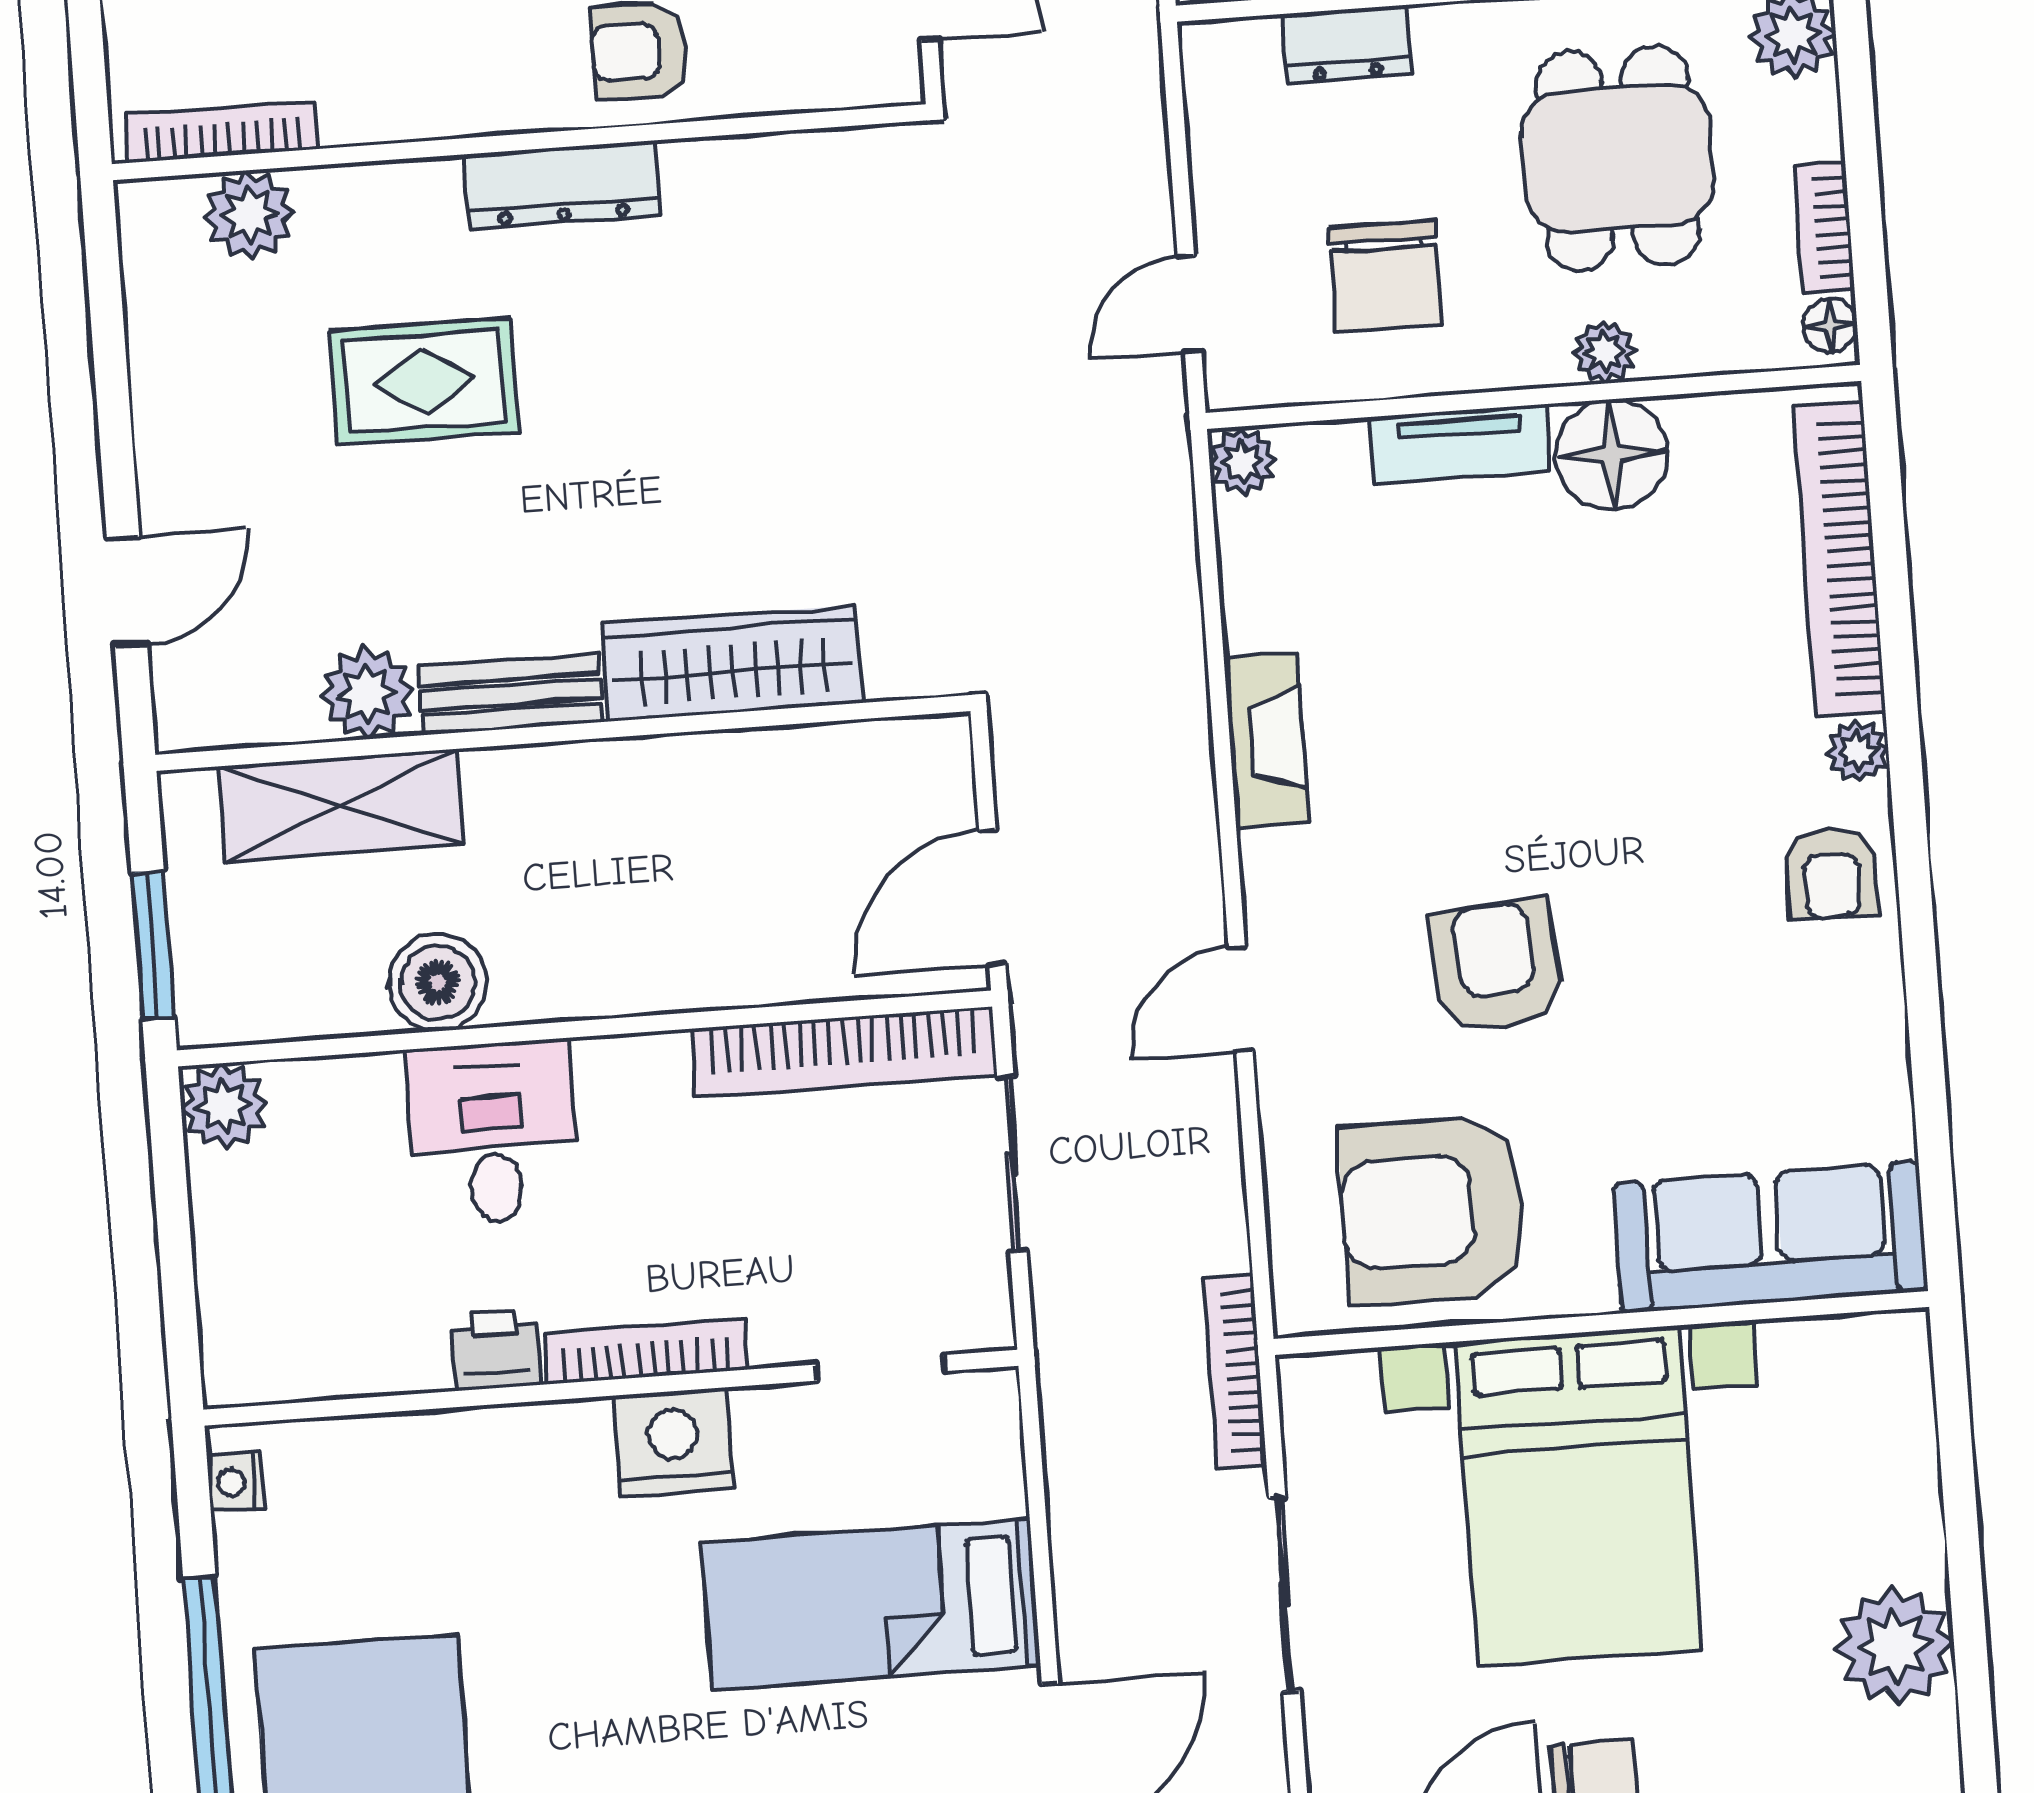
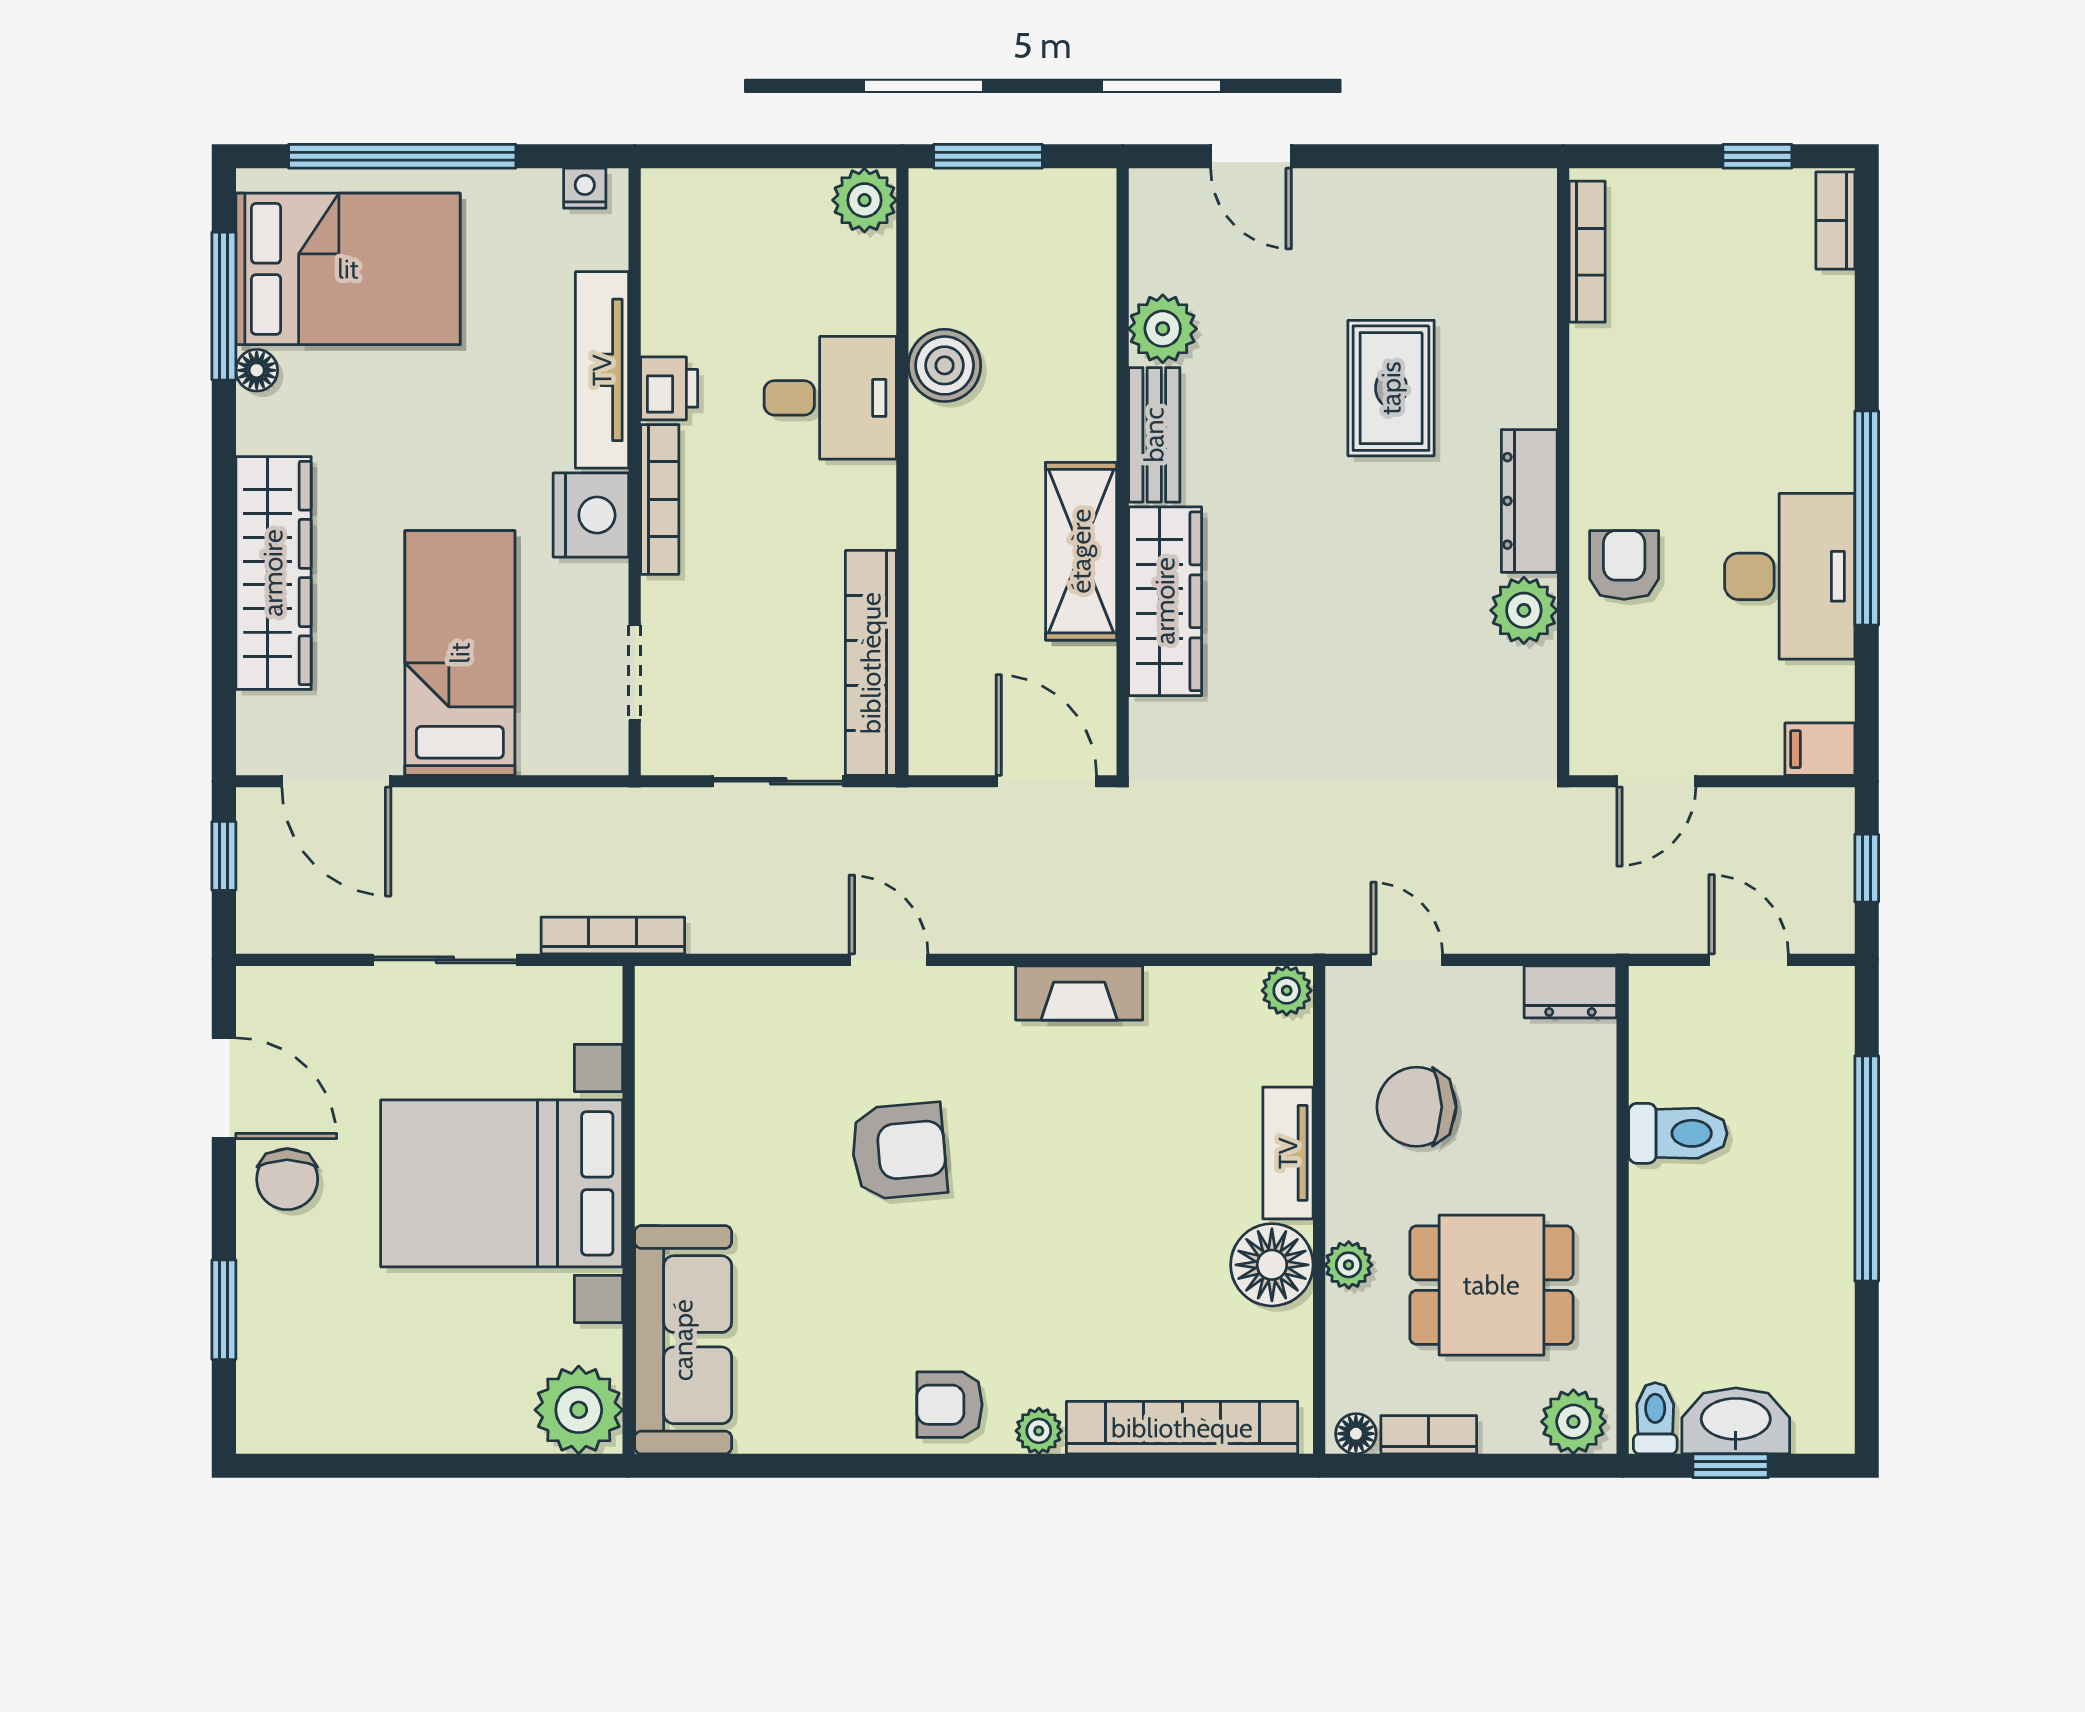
dresser: (1346, 44) -> (1570, 992), moved, turned -90
plant: (249, 215) -> (1524, 610), moved
shelving: (341, 805) -> (1081, 551), moved
door: (992, 897) -> (1046, 781), moved
armchair: (1433, 1210) -> (722, 1091), removed
tv unit: (478, 1441) -> (602, 370), added
plant: (1895, 1646) -> (579, 1410), moved

